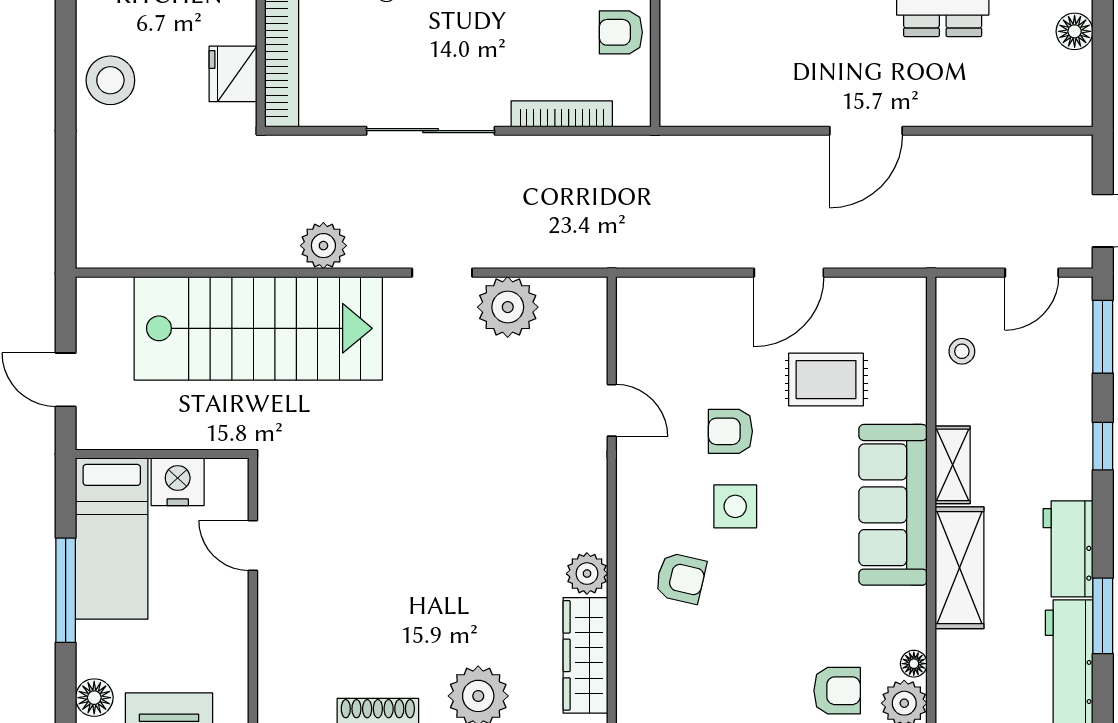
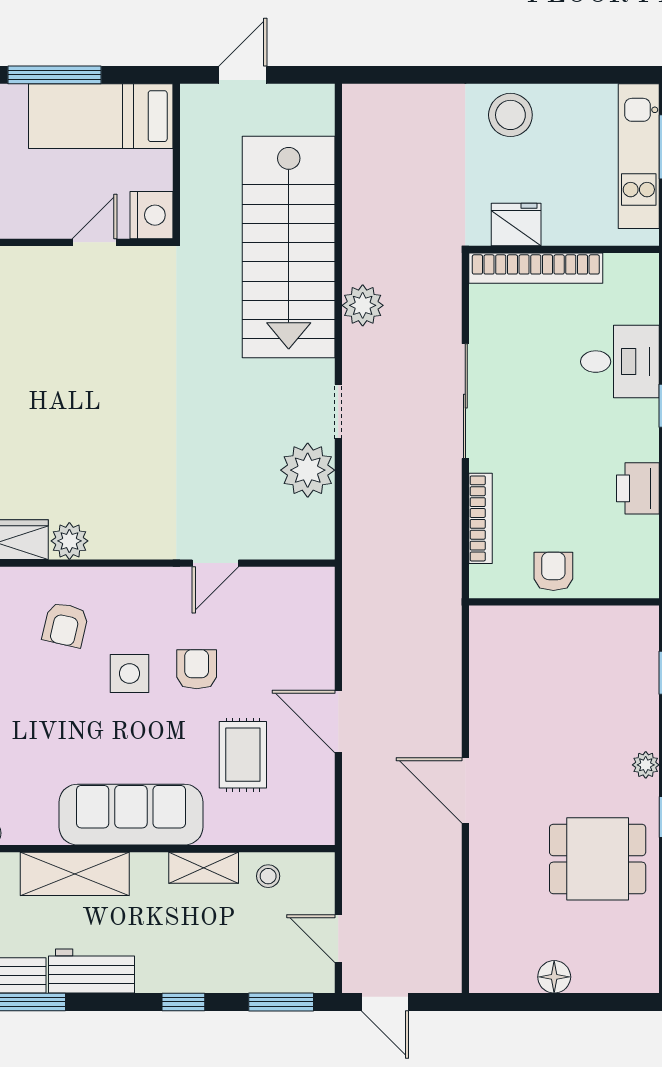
shelving: (953, 465) -> (204, 868), moved
nightstand: (178, 482) -> (152, 215), moved

